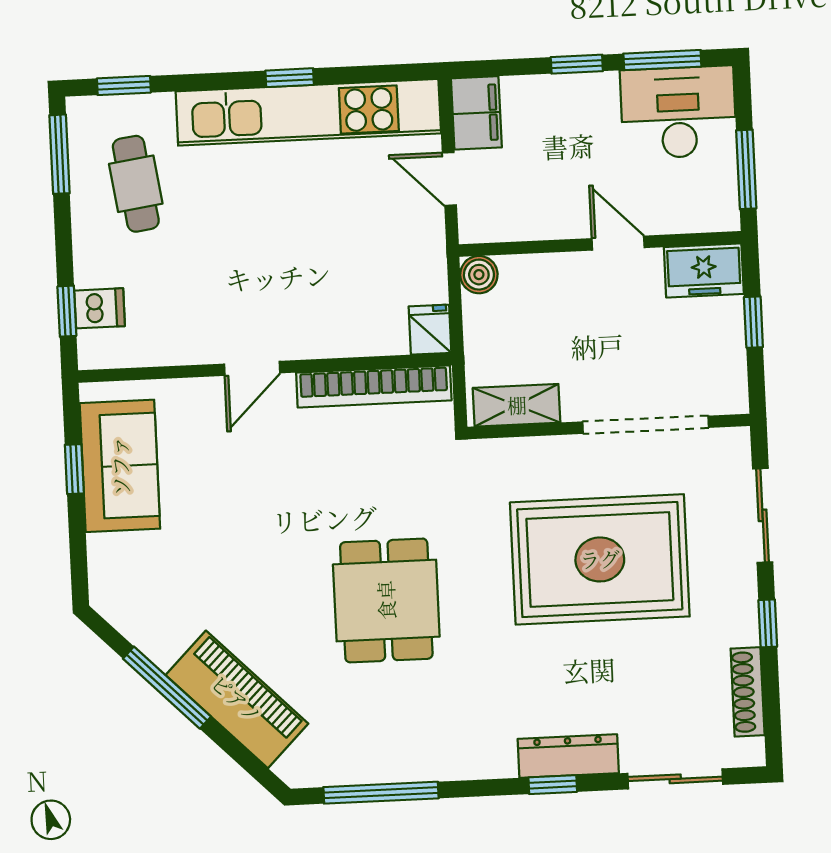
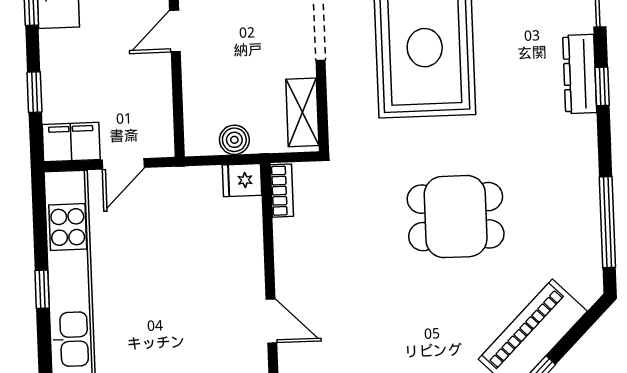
window: (577, 64) -> (34, 92), moved
boiler: (479, 275) -> (234, 140), moved
bookcase: (374, 386) -> (282, 191), width x0.43, depth x0.76

